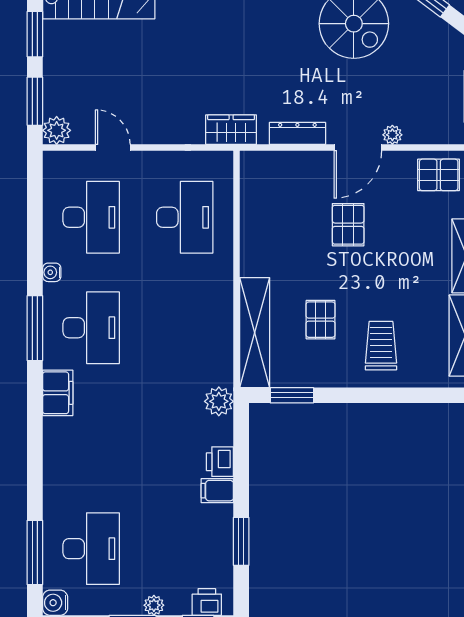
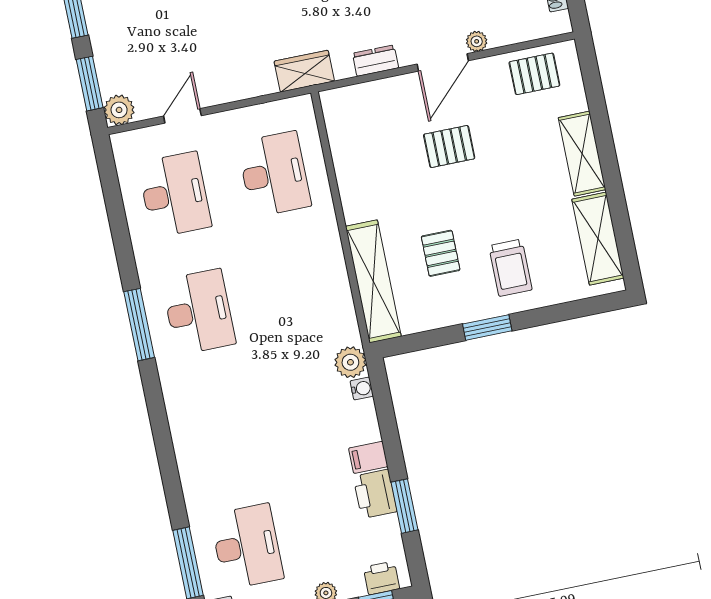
dresser: (297, 133) -> (375, 61), width x0.70
door: (113, 148) -> (182, 116), hinge flipped
pallet: (348, 225) -> (449, 146), turned 90
water cooler: (52, 272) -> (362, 388), moved, turned 180
trolley: (381, 346) -> (510, 268), turned 180
filing cabinet: (58, 393) -> (177, 388), removed
window: (292, 395) -> (487, 327), moved
printer: (220, 462) -> (375, 494), moved, width x1.36, depth x1.24

